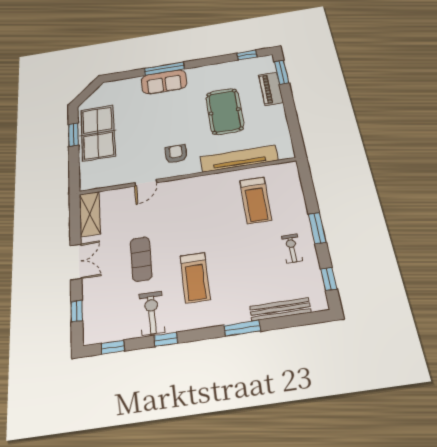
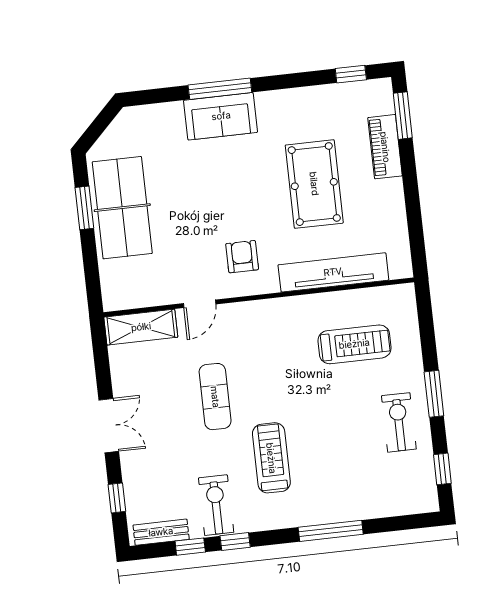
treadmill: (256, 200) -> (354, 344), turned -90
shelving: (90, 214) -> (141, 327), moved, turned 90
exercise bike: (292, 248) -> (399, 422), width x1.38, depth x1.39
exercise mat: (141, 259) -> (215, 397), moved
treadmill: (195, 278) -> (271, 458), turned 180
bench: (280, 309) -> (161, 532), moved, width x0.73
window: (242, 328) -> (331, 531), width x1.44
window: (113, 347) -> (190, 547), moved

